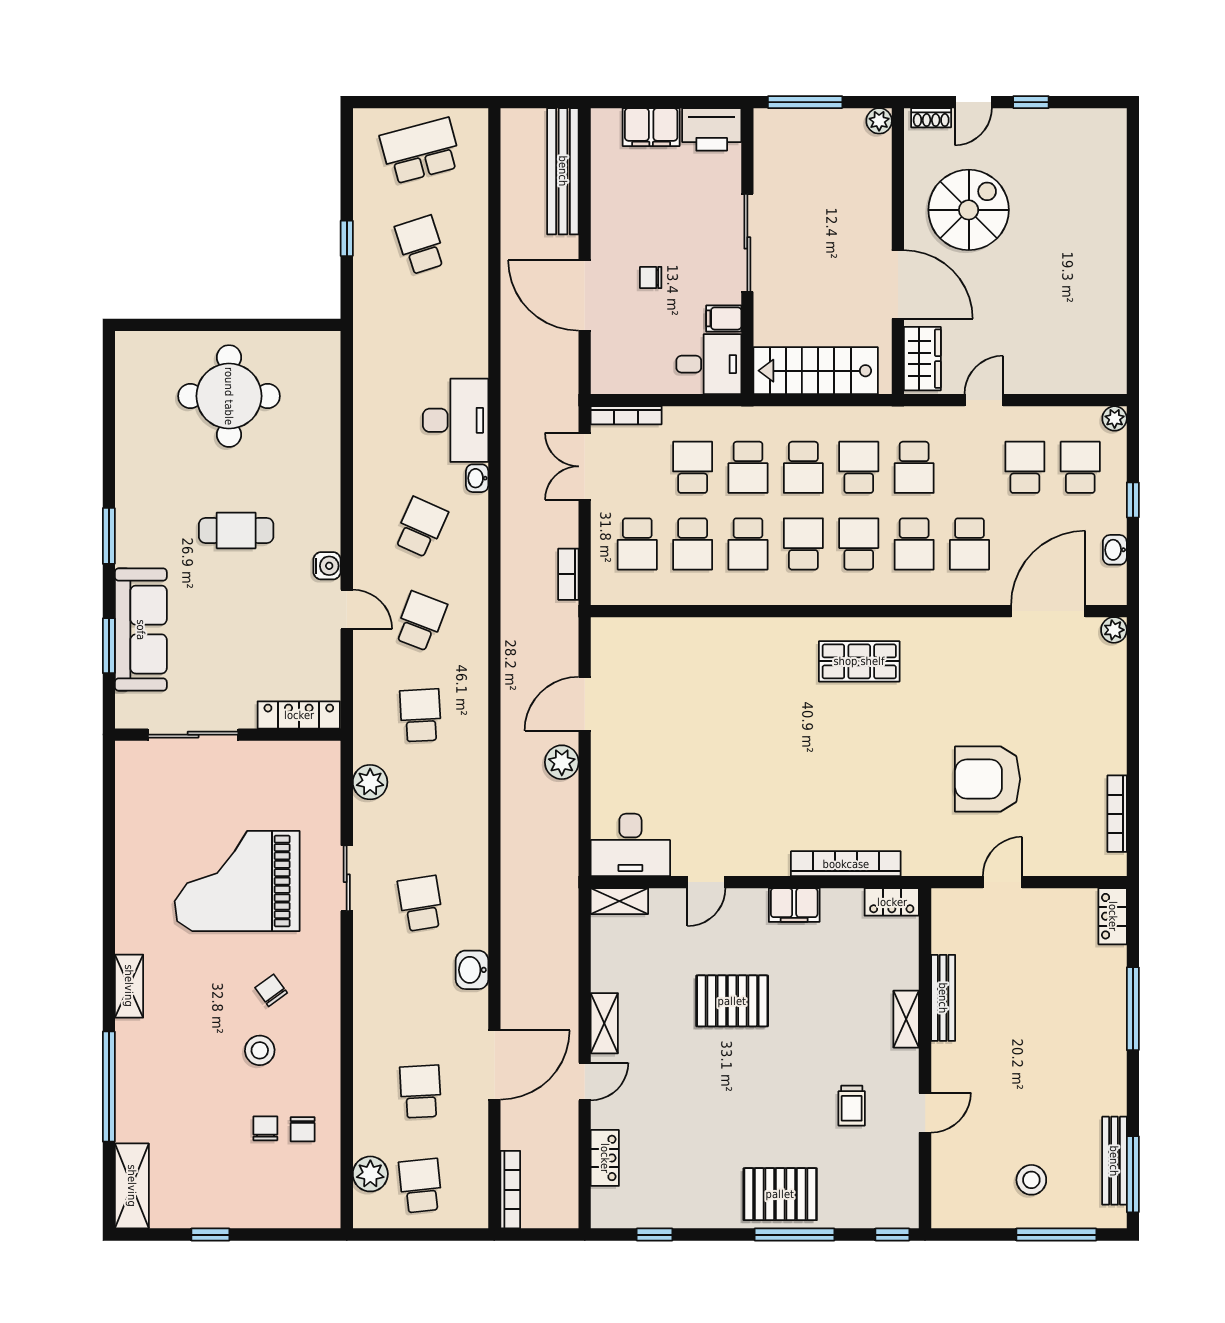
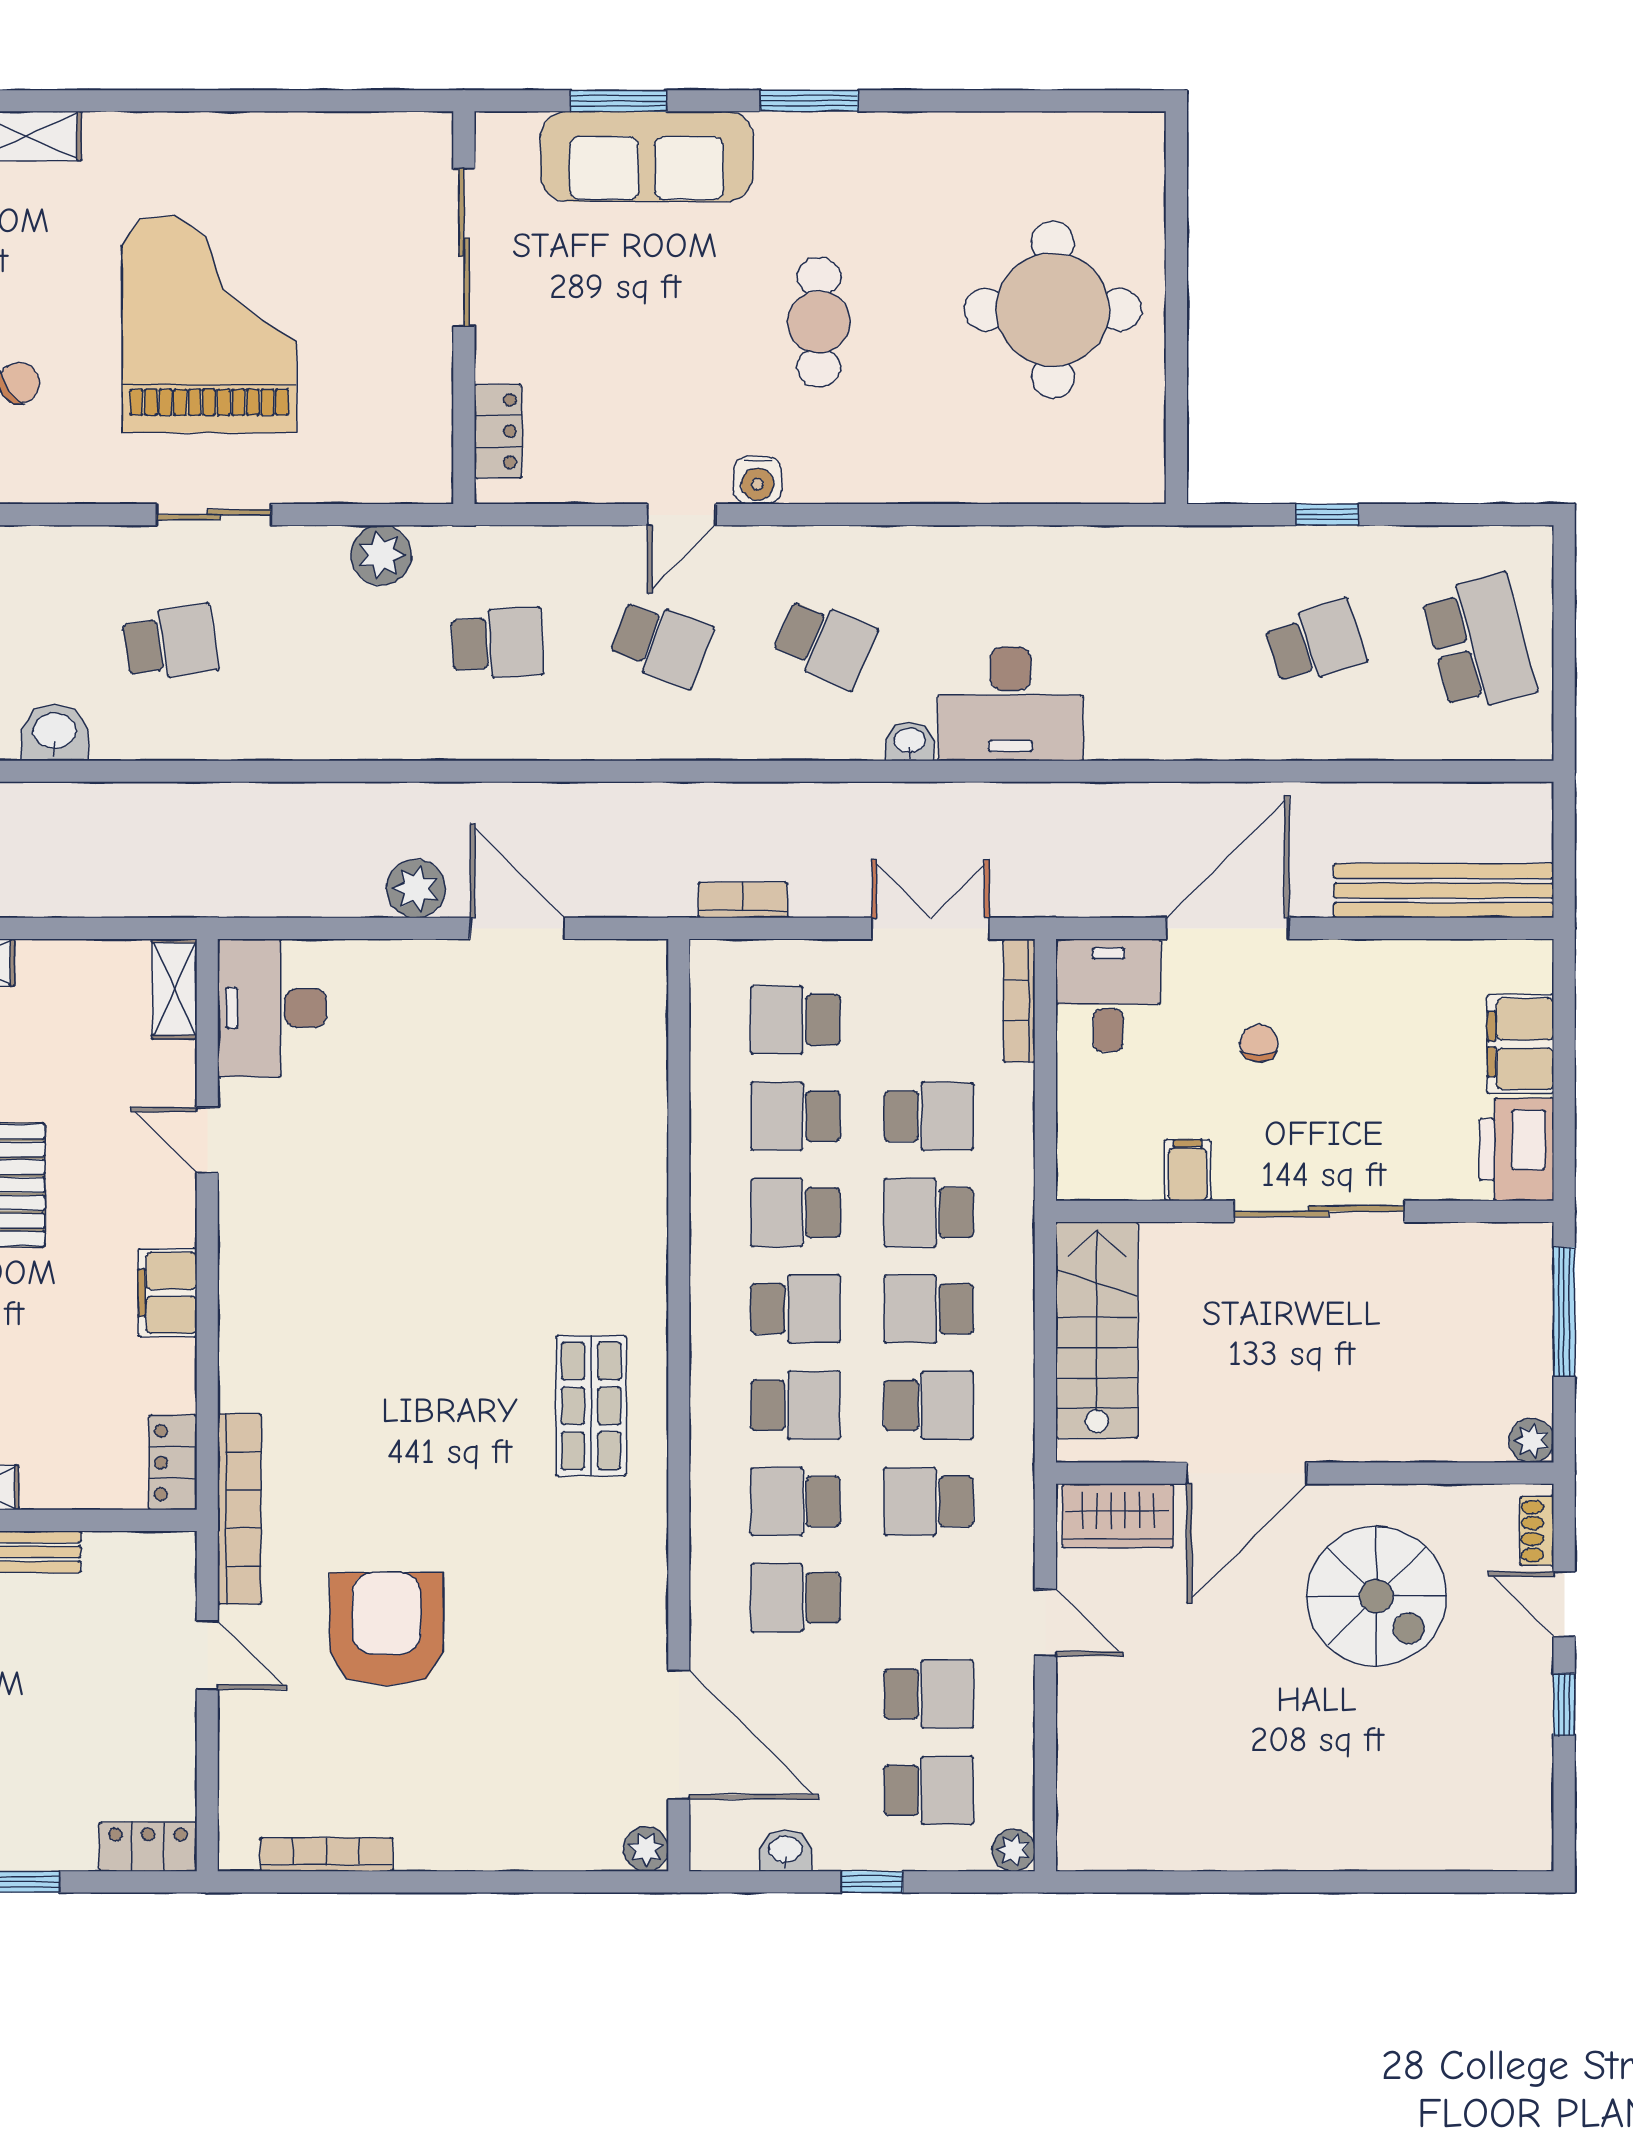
desk: (709, 364) -> (1108, 995), moved, turned 180
locker: (299, 715) -> (498, 431), width x0.66
bookcase: (846, 864) -> (239, 1509), moved

